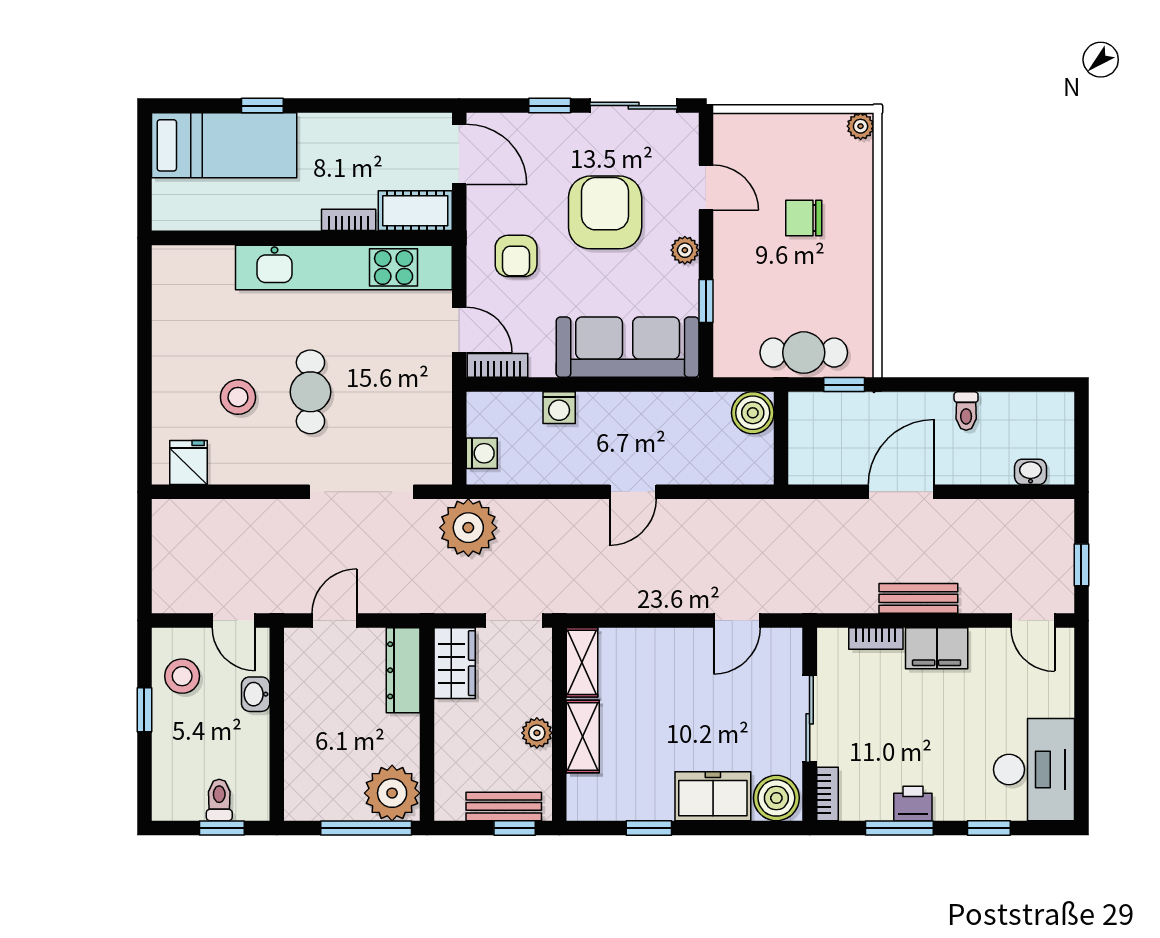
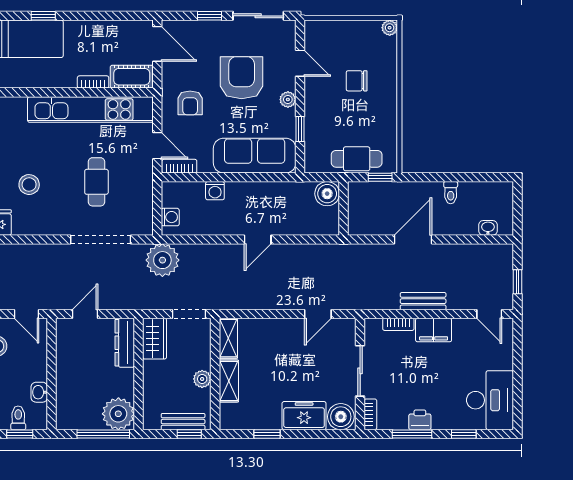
cafe table: (310, 392) -> (96, 182), moved
washbasin: (256, 694) -> (39, 392), moved

